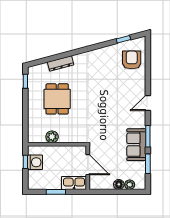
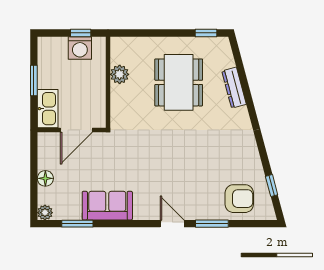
dining table: (57, 99) -> (179, 82), width x1.38
window: (148, 136) -> (212, 224), moved
plant: (130, 185) -> (45, 213), moved

